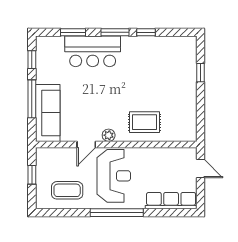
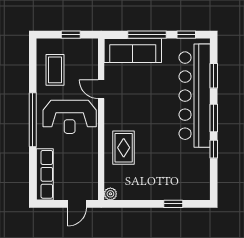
bar counter: (93, 51) -> (195, 96), width x1.86
plant: (109, 135) -> (110, 194), moved

